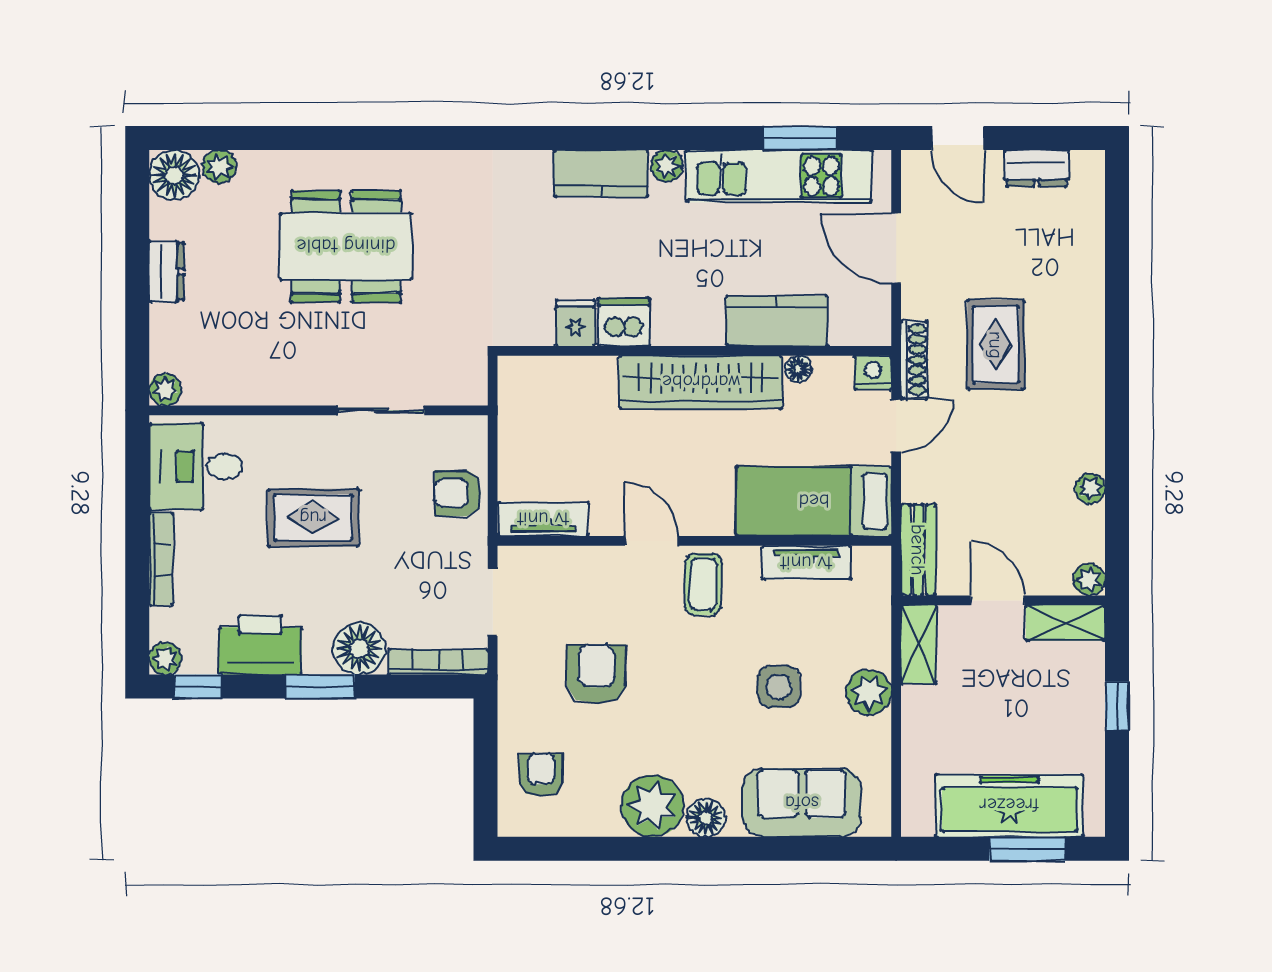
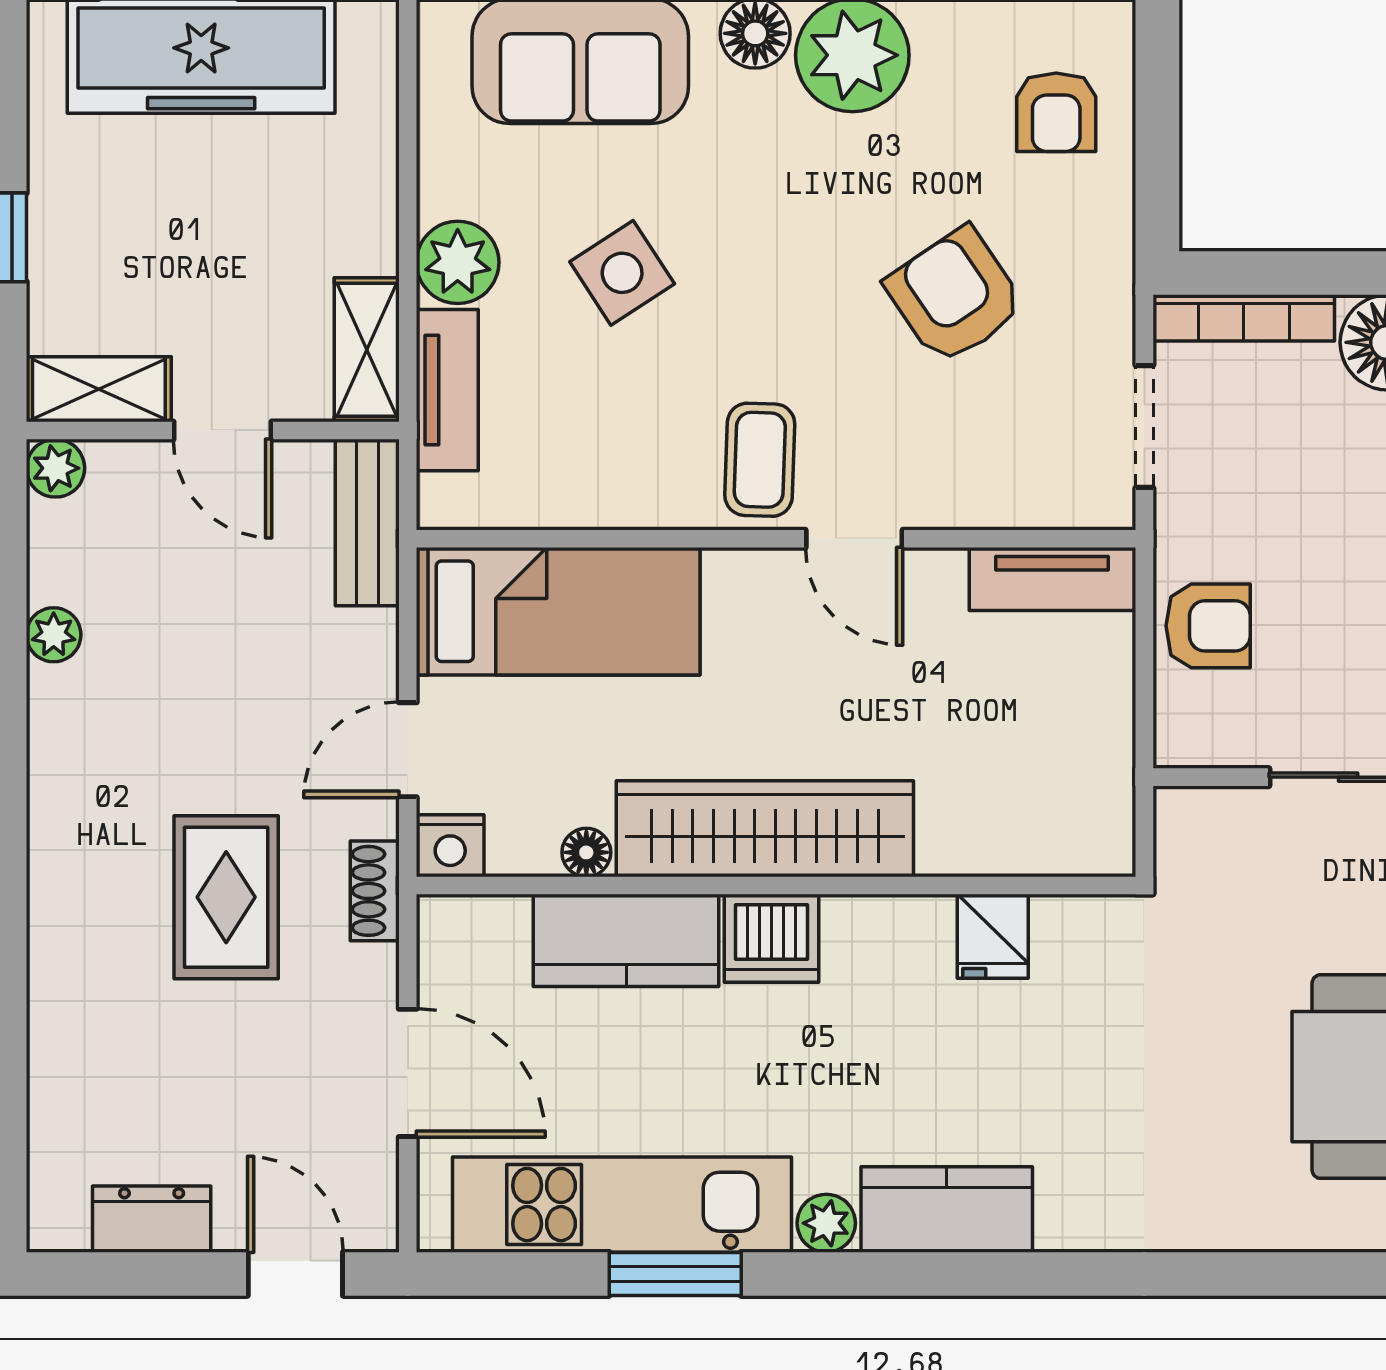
window: (800, 138) -> (675, 1274), moved
dishwasher: (624, 322) -> (771, 938), moved
shoe rack: (914, 360) -> (375, 891), width x0.70
tv unit: (806, 563) -> (447, 390), moved, turned 90
armchair: (596, 674) -> (955, 296), turned 146
side table: (779, 687) -> (622, 273), turned -33

